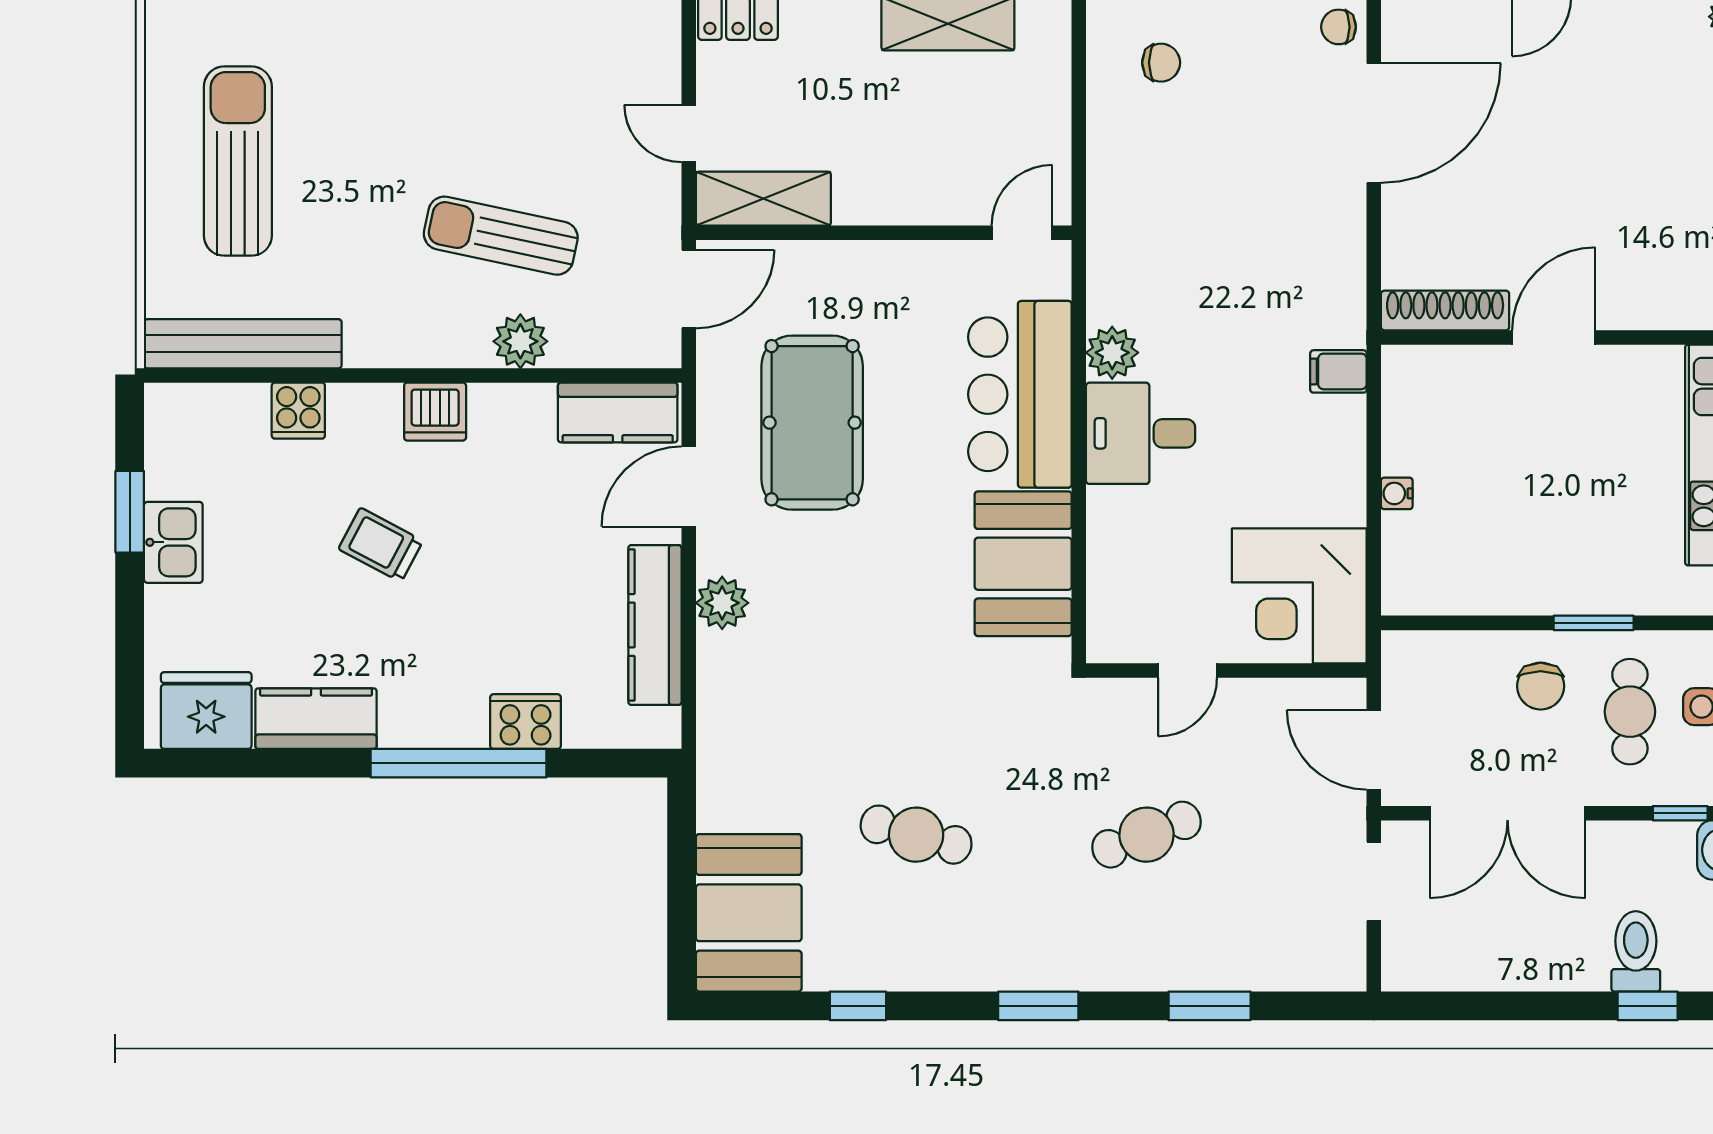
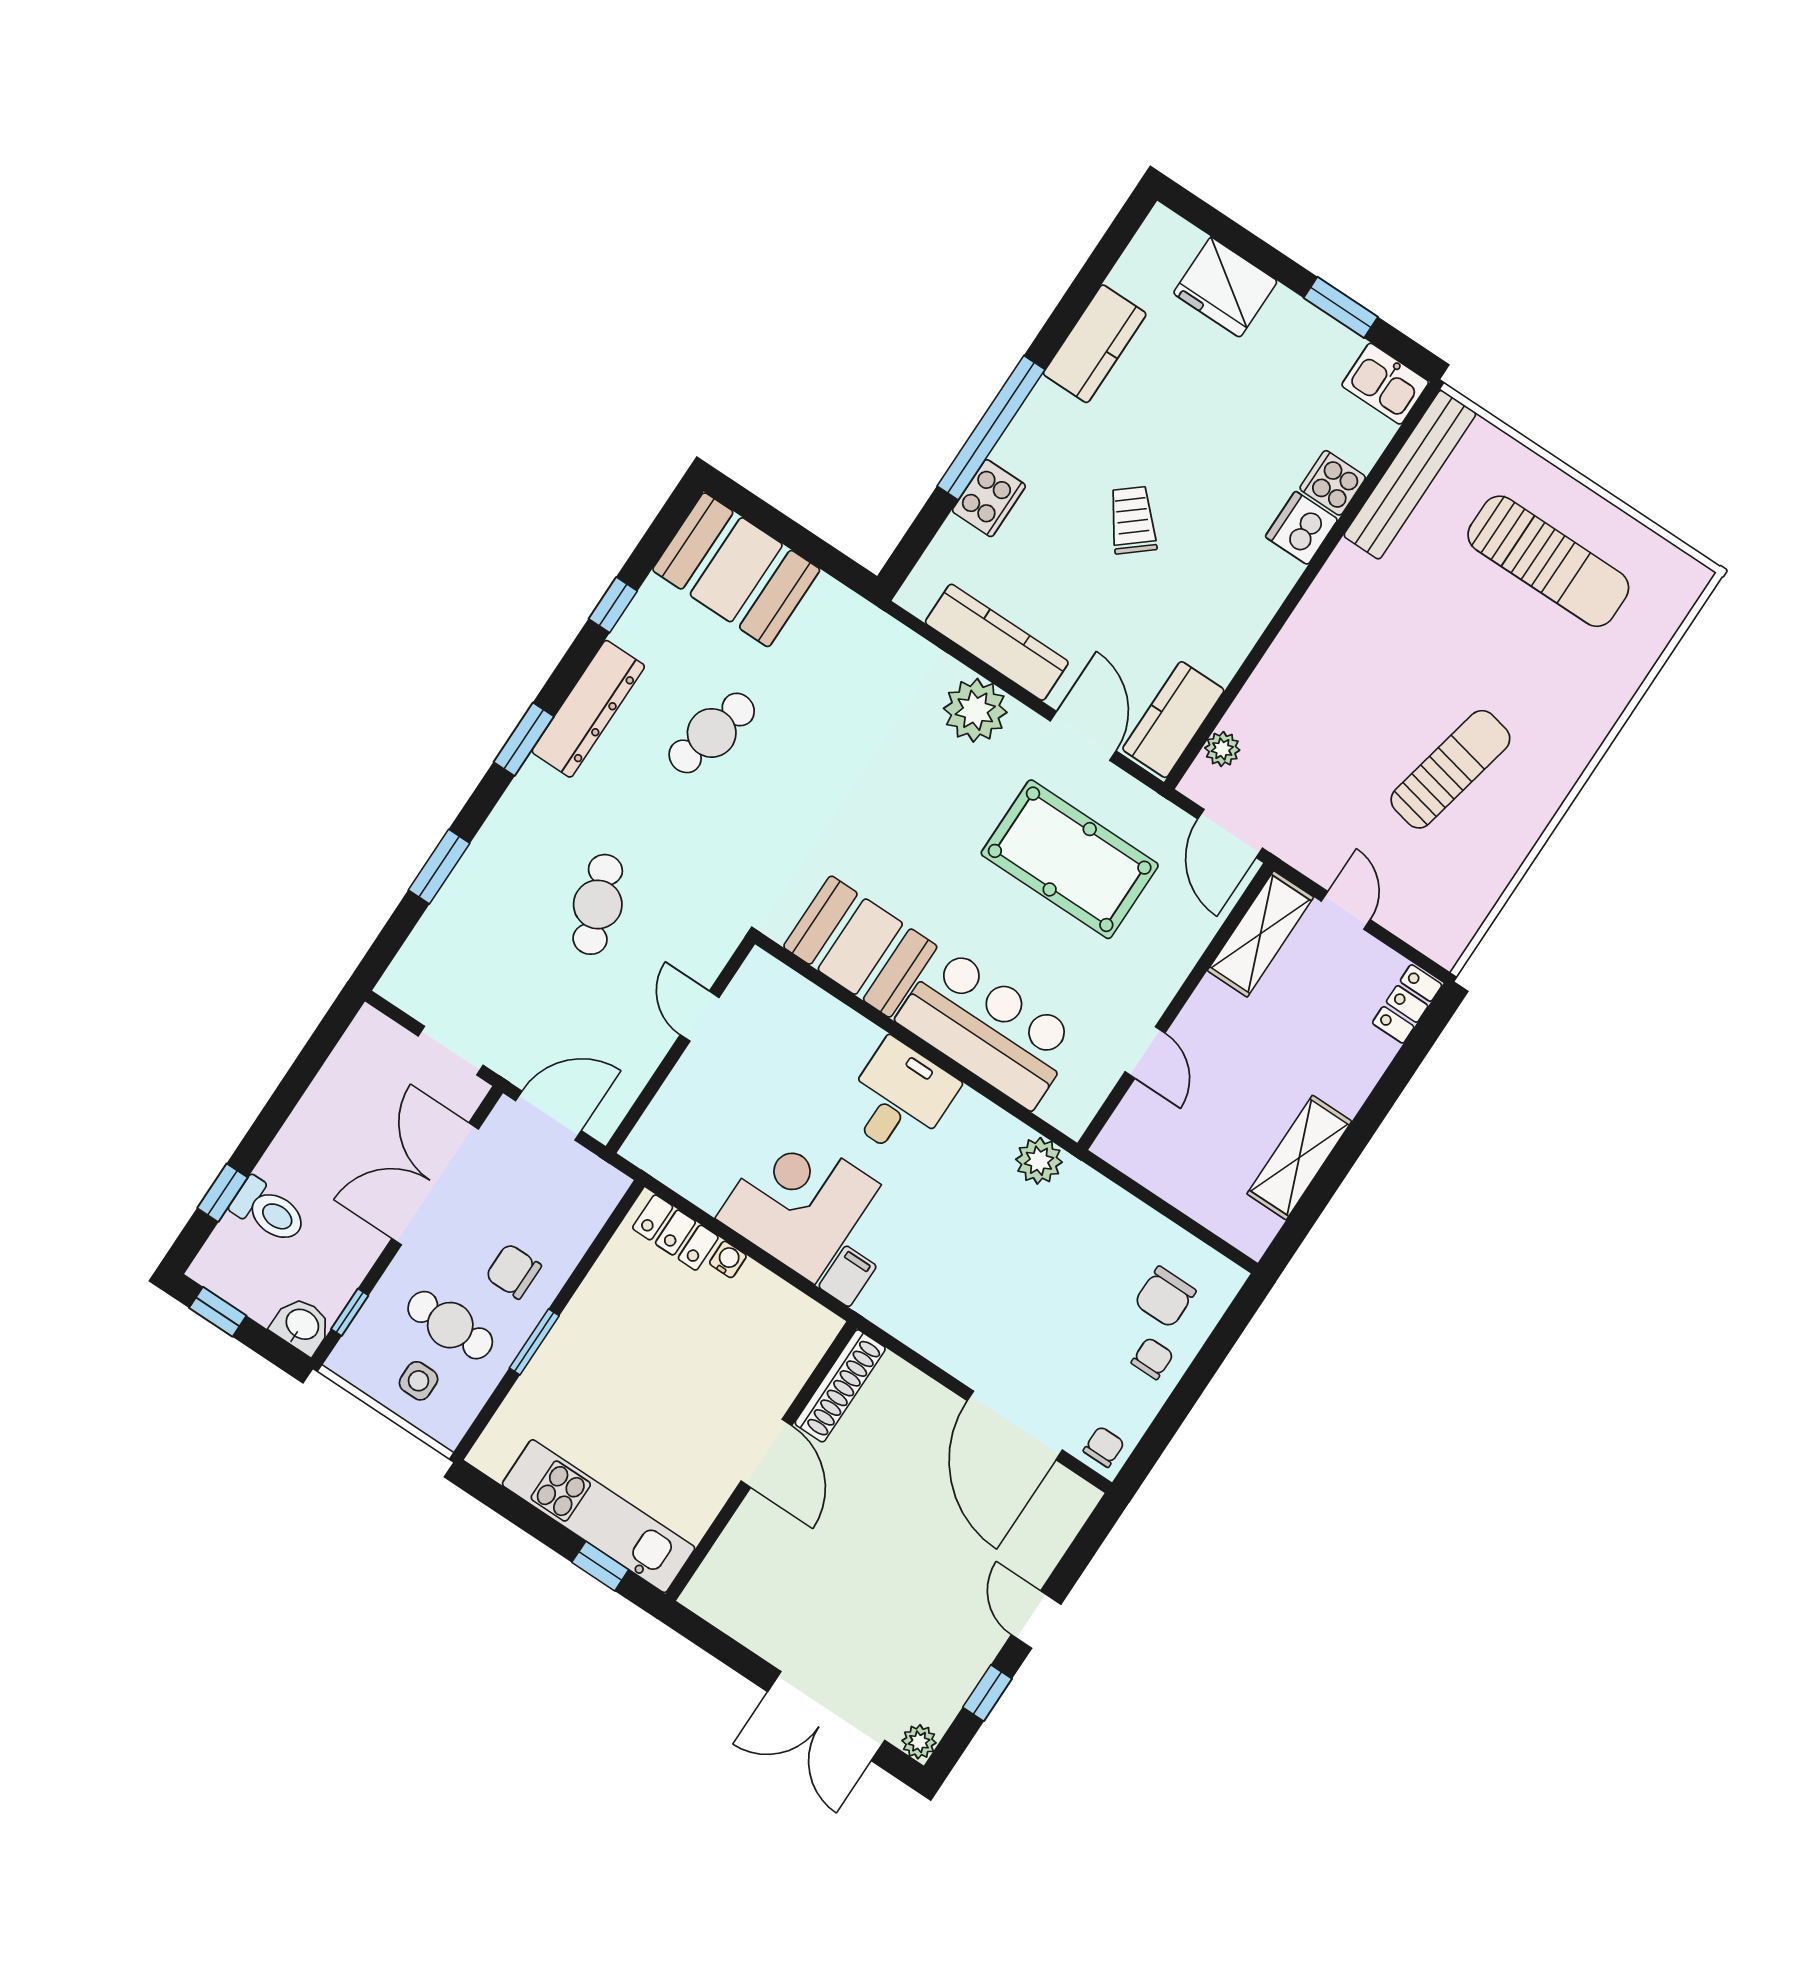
chair: (1226, 36) -> (1152, 1358), added
chair: (1161, 63) -> (1165, 1297), width x1.37, depth x1.37
door: (689, 134) -> (1346, 910), hinge flipped
door: (1022, 233) -> (1145, 1052), moved
sun lounger: (501, 236) -> (1450, 769), moved
plant: (520, 341) -> (1222, 749), moved, width x0.73, depth x0.73
plant: (1112, 353) -> (1039, 1161), moved
dishwasher: (435, 412) -> (1302, 528), moved
kitchen sink: (173, 542) -> (1385, 384), moved
trolley: (381, 545) -> (1133, 520), moved, turned -68
locker: (1404, 559) -> (675, 1233), added
corner desk: (1299, 596) -> (798, 1201), moved
plant: (722, 603) -> (975, 710), width x1.36, depth x1.36
fridge: (206, 711) -> (1225, 287), moved, turned 90
dresser: (970, 965) -> (588, 709), added

